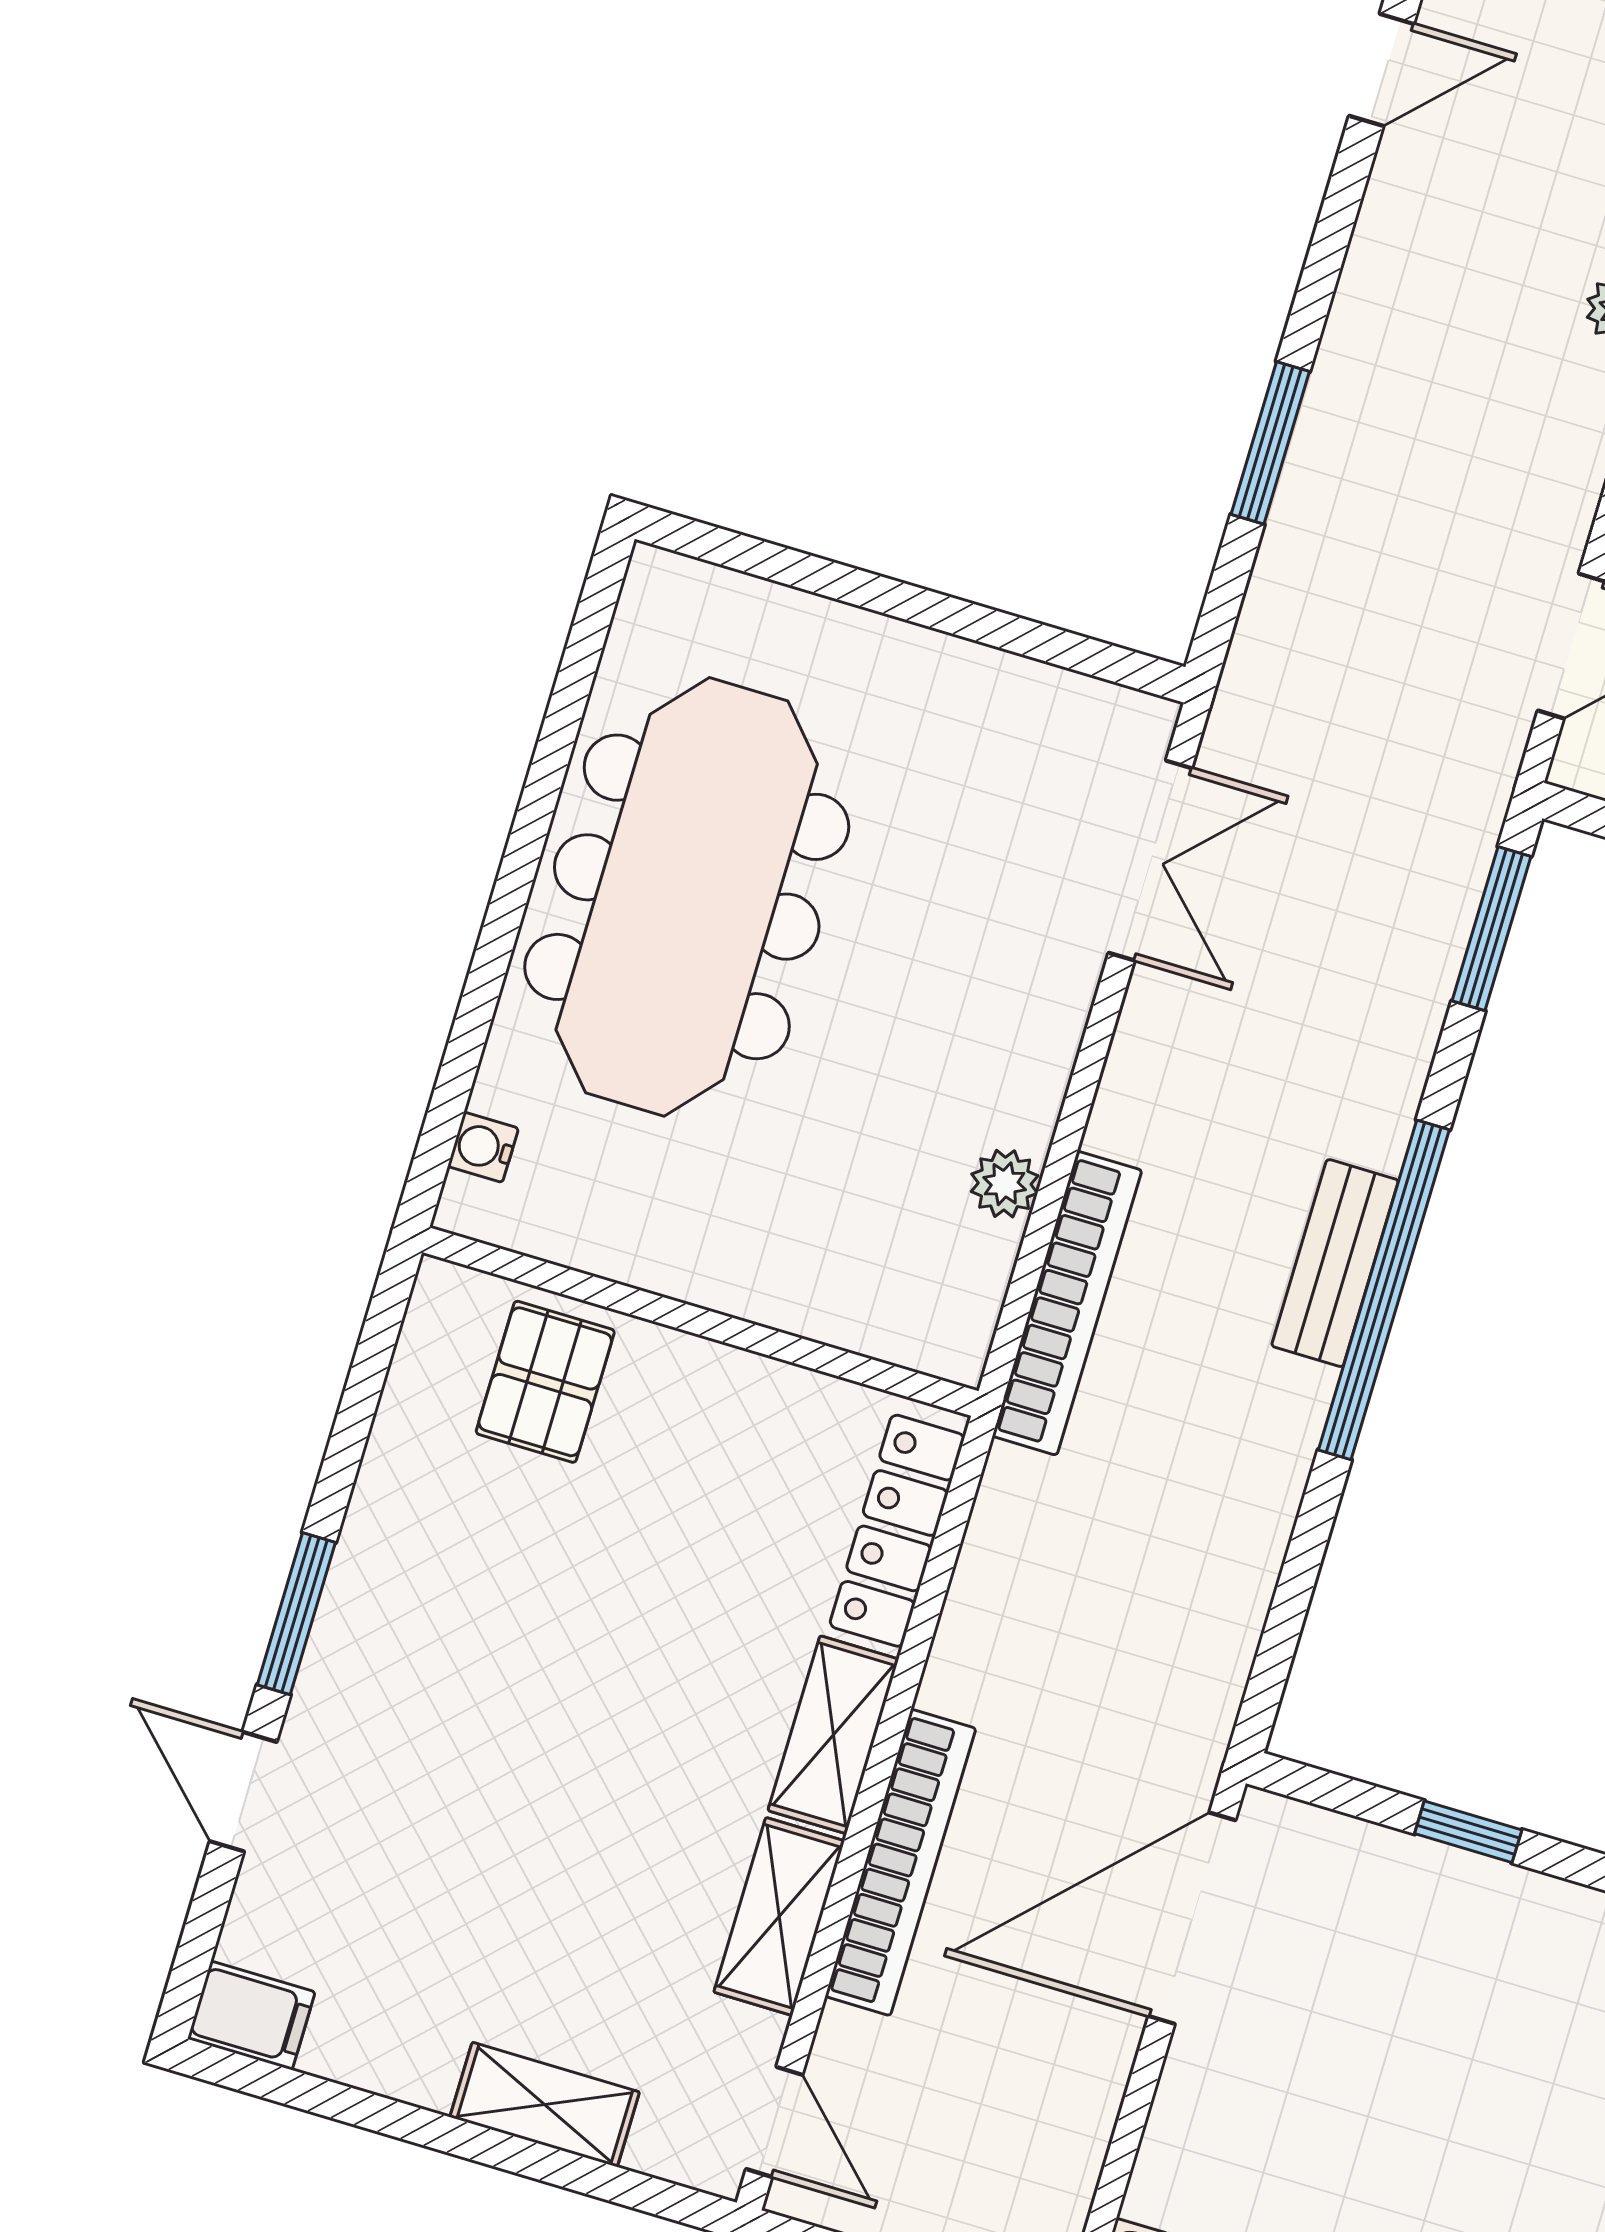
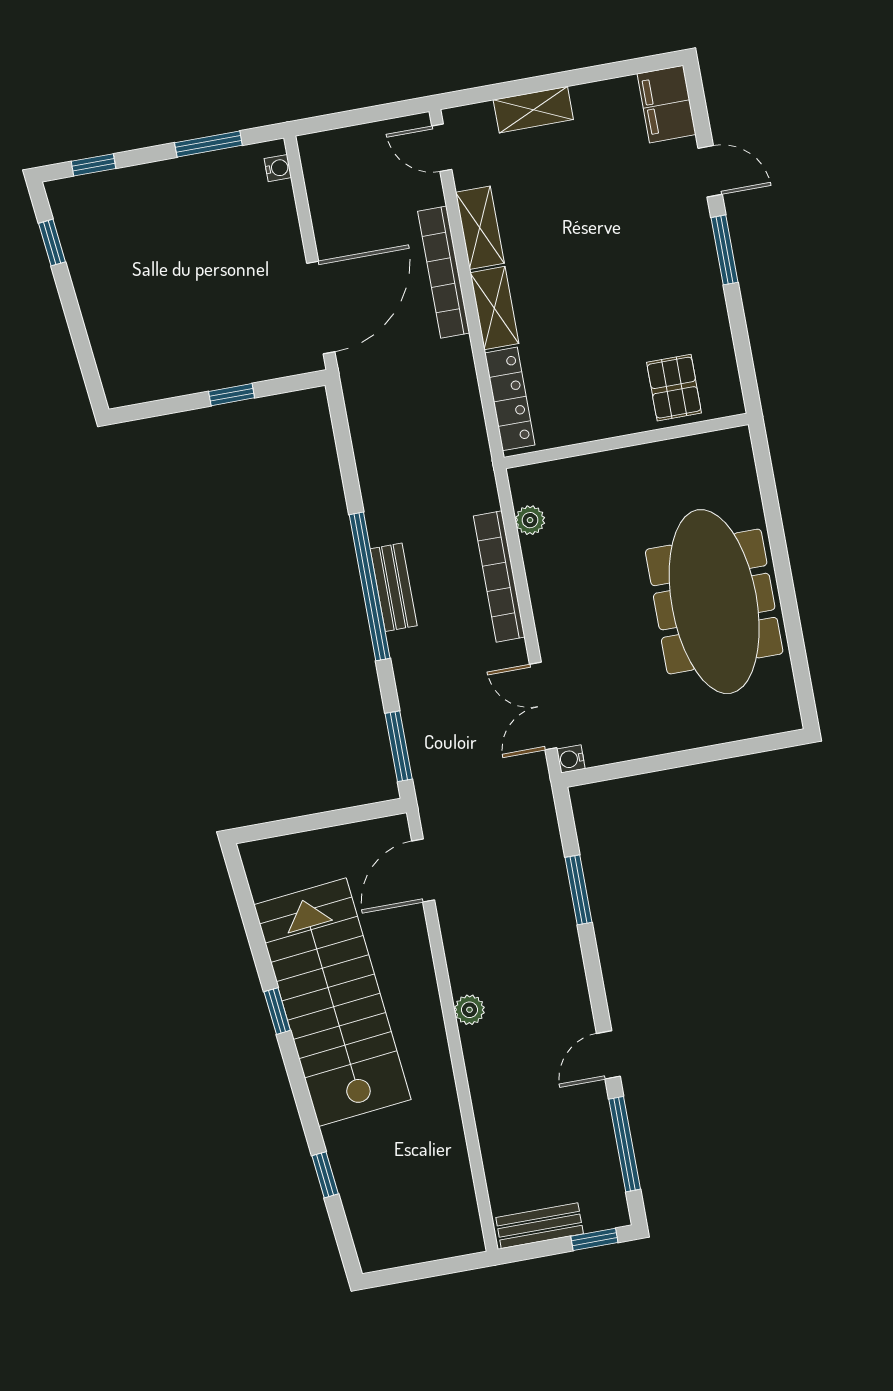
water cooler: (483, 1147) -> (571, 759), moved, turned 180
plant: (1005, 1184) -> (530, 520), moved
bookcase: (1067, 1303) -> (499, 576), moved
filing cabinet: (251, 2015) -> (667, 104), width x2.00

